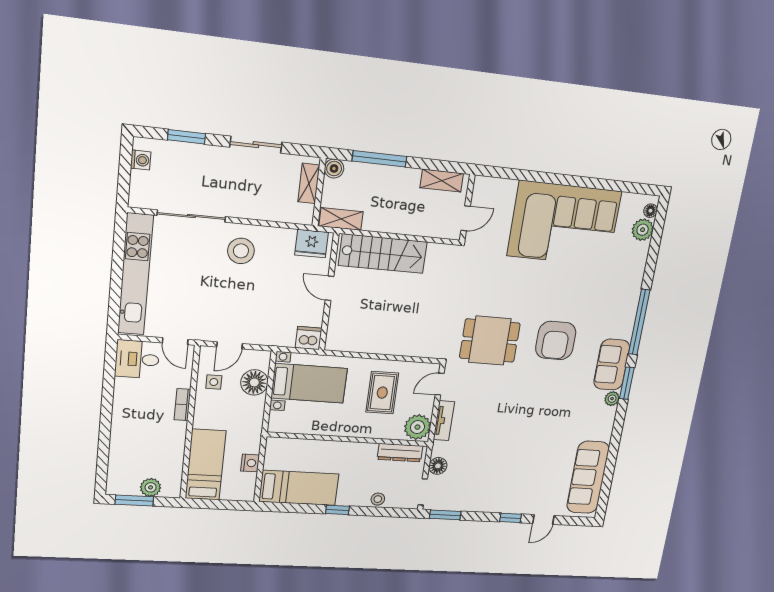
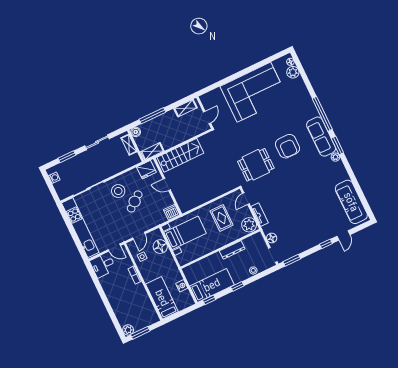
cafe table: (258, 285) -> (135, 201), added
sofa: (612, 365) -> (321, 137), width x1.36
dresser: (400, 453) -> (232, 250), moved
plant: (151, 487) -> (128, 330), moved
window: (280, 507) -> (209, 300), added

